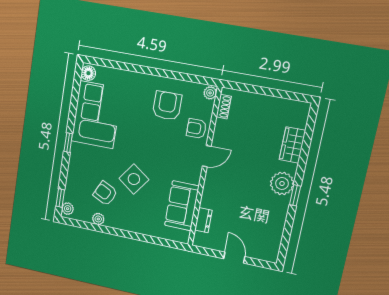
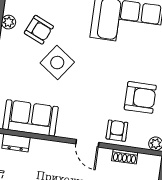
shoe rack: (224, 107) -> (125, 157), moved
armchair: (105, 193) -> (39, 30), turned 88

